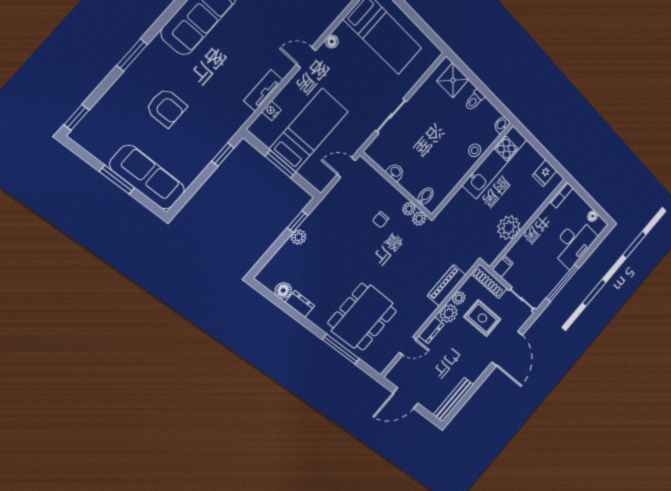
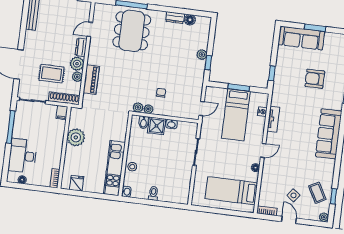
shower: (453, 80) -> (157, 126), moved

